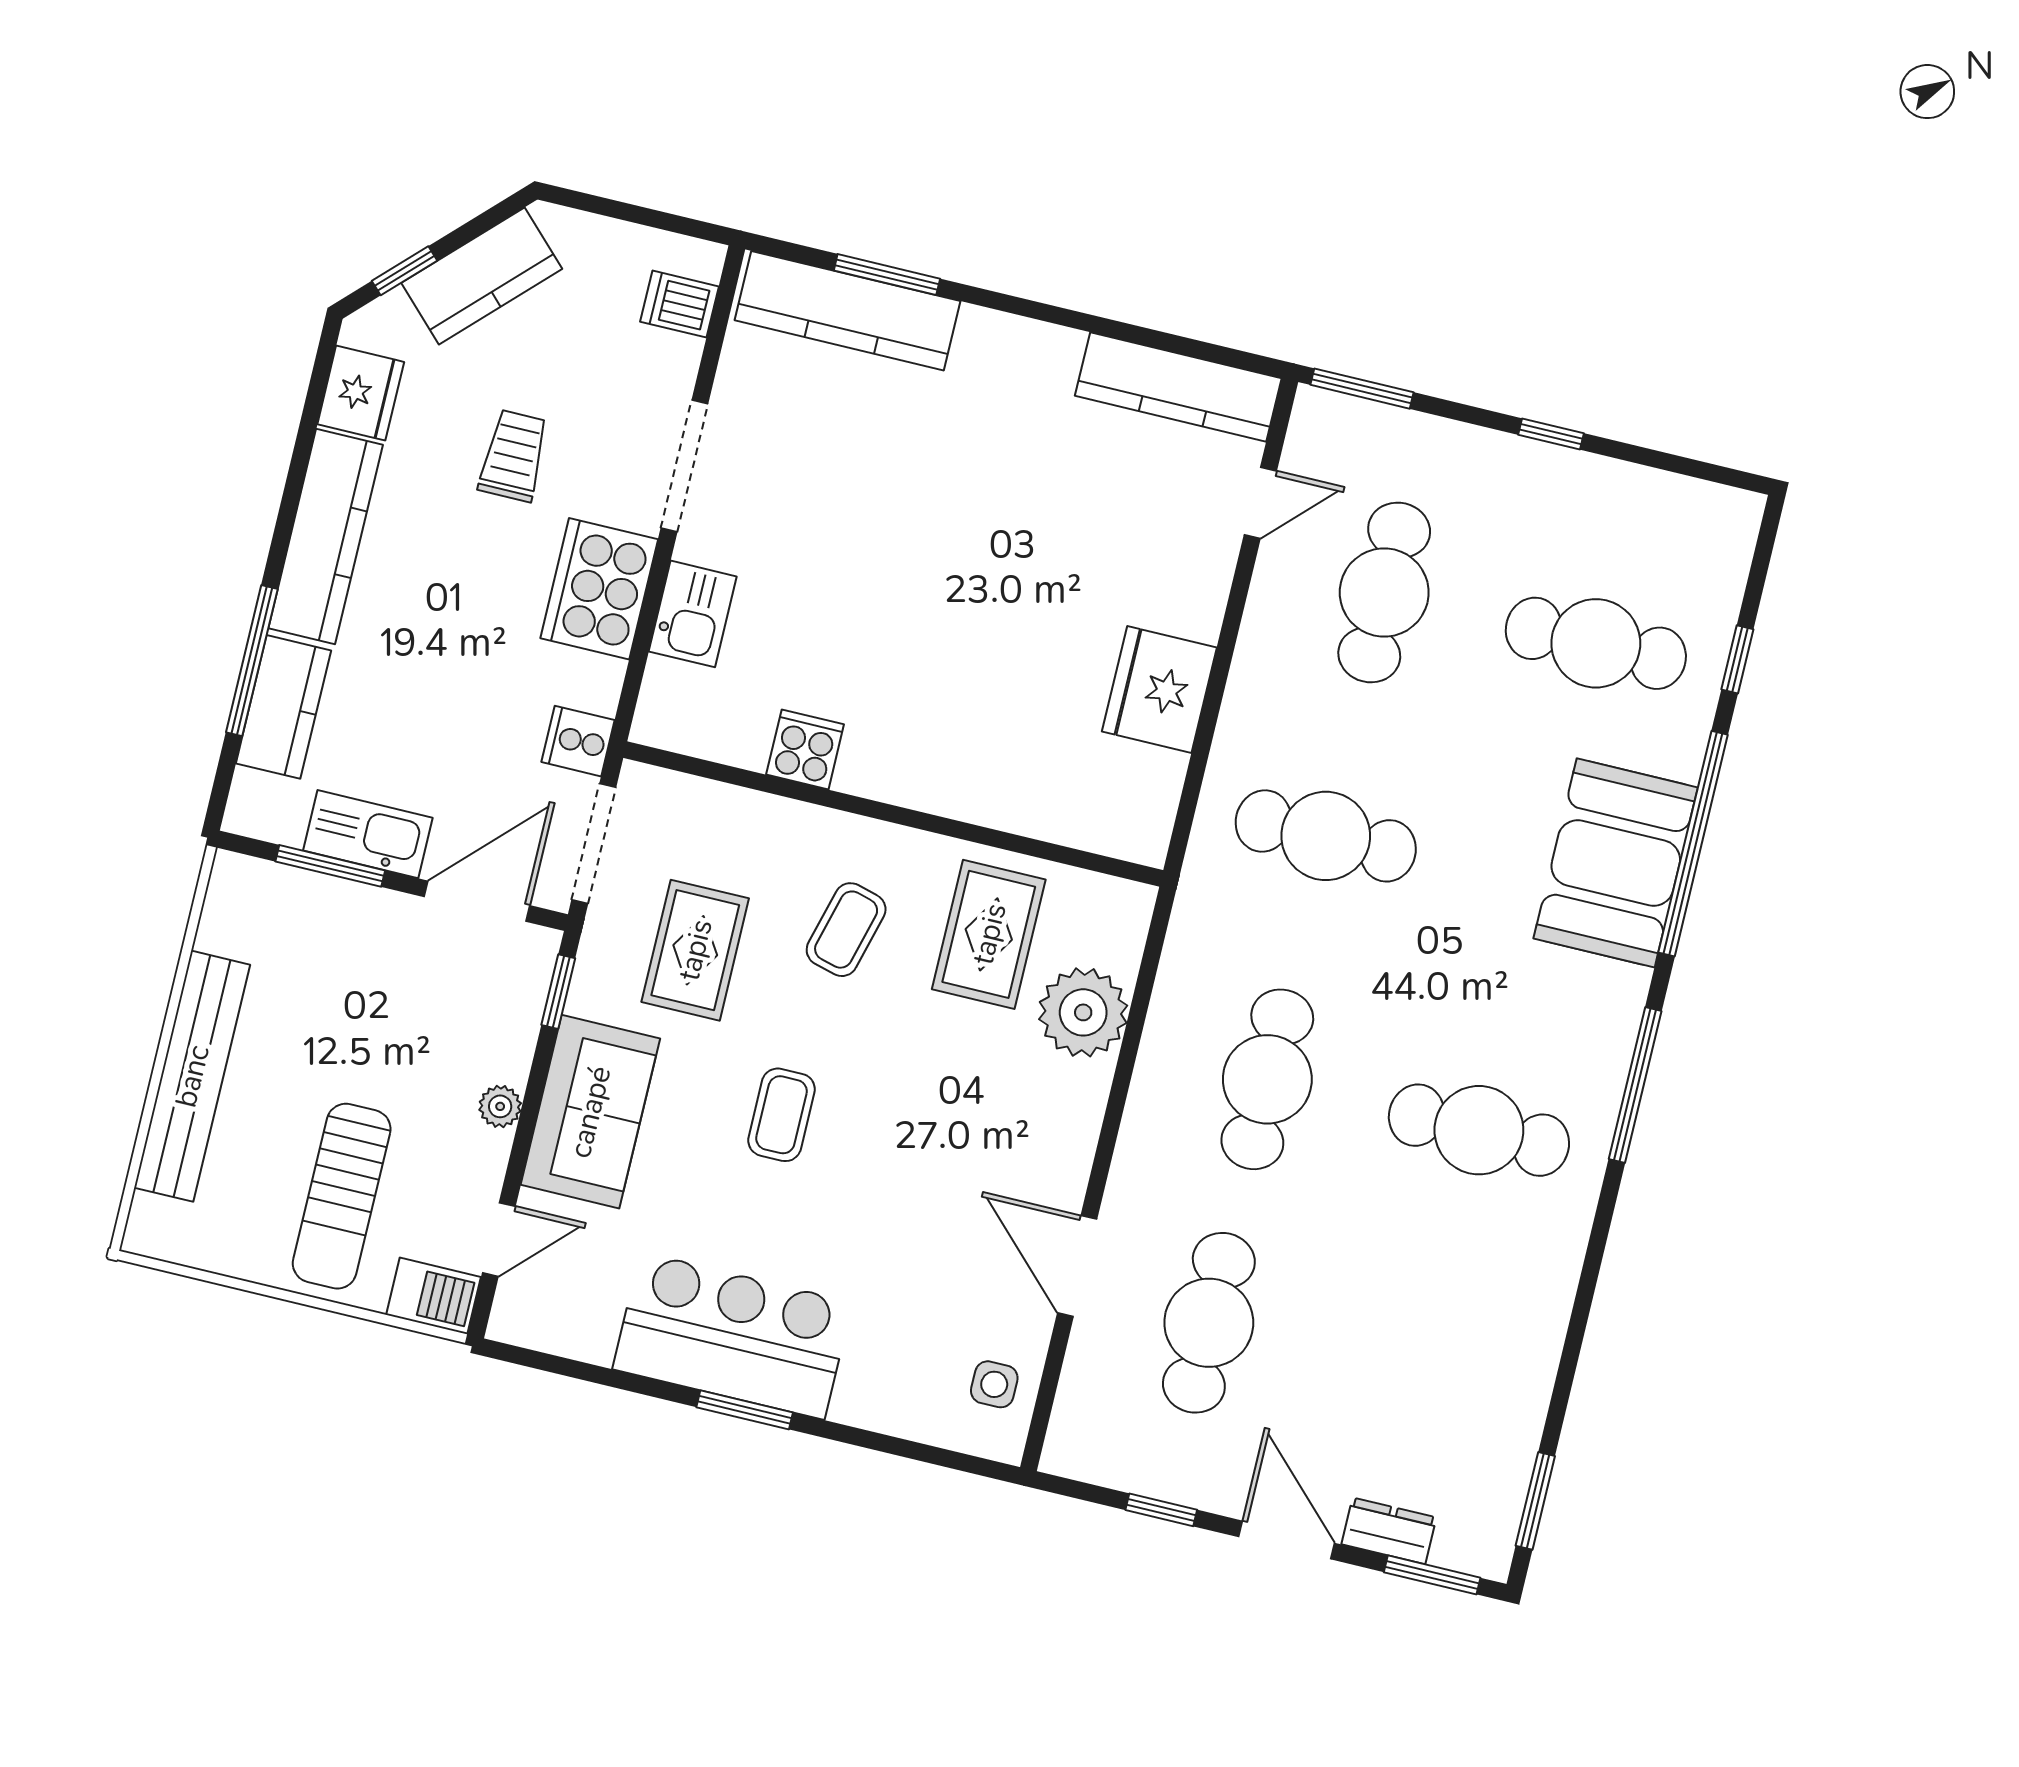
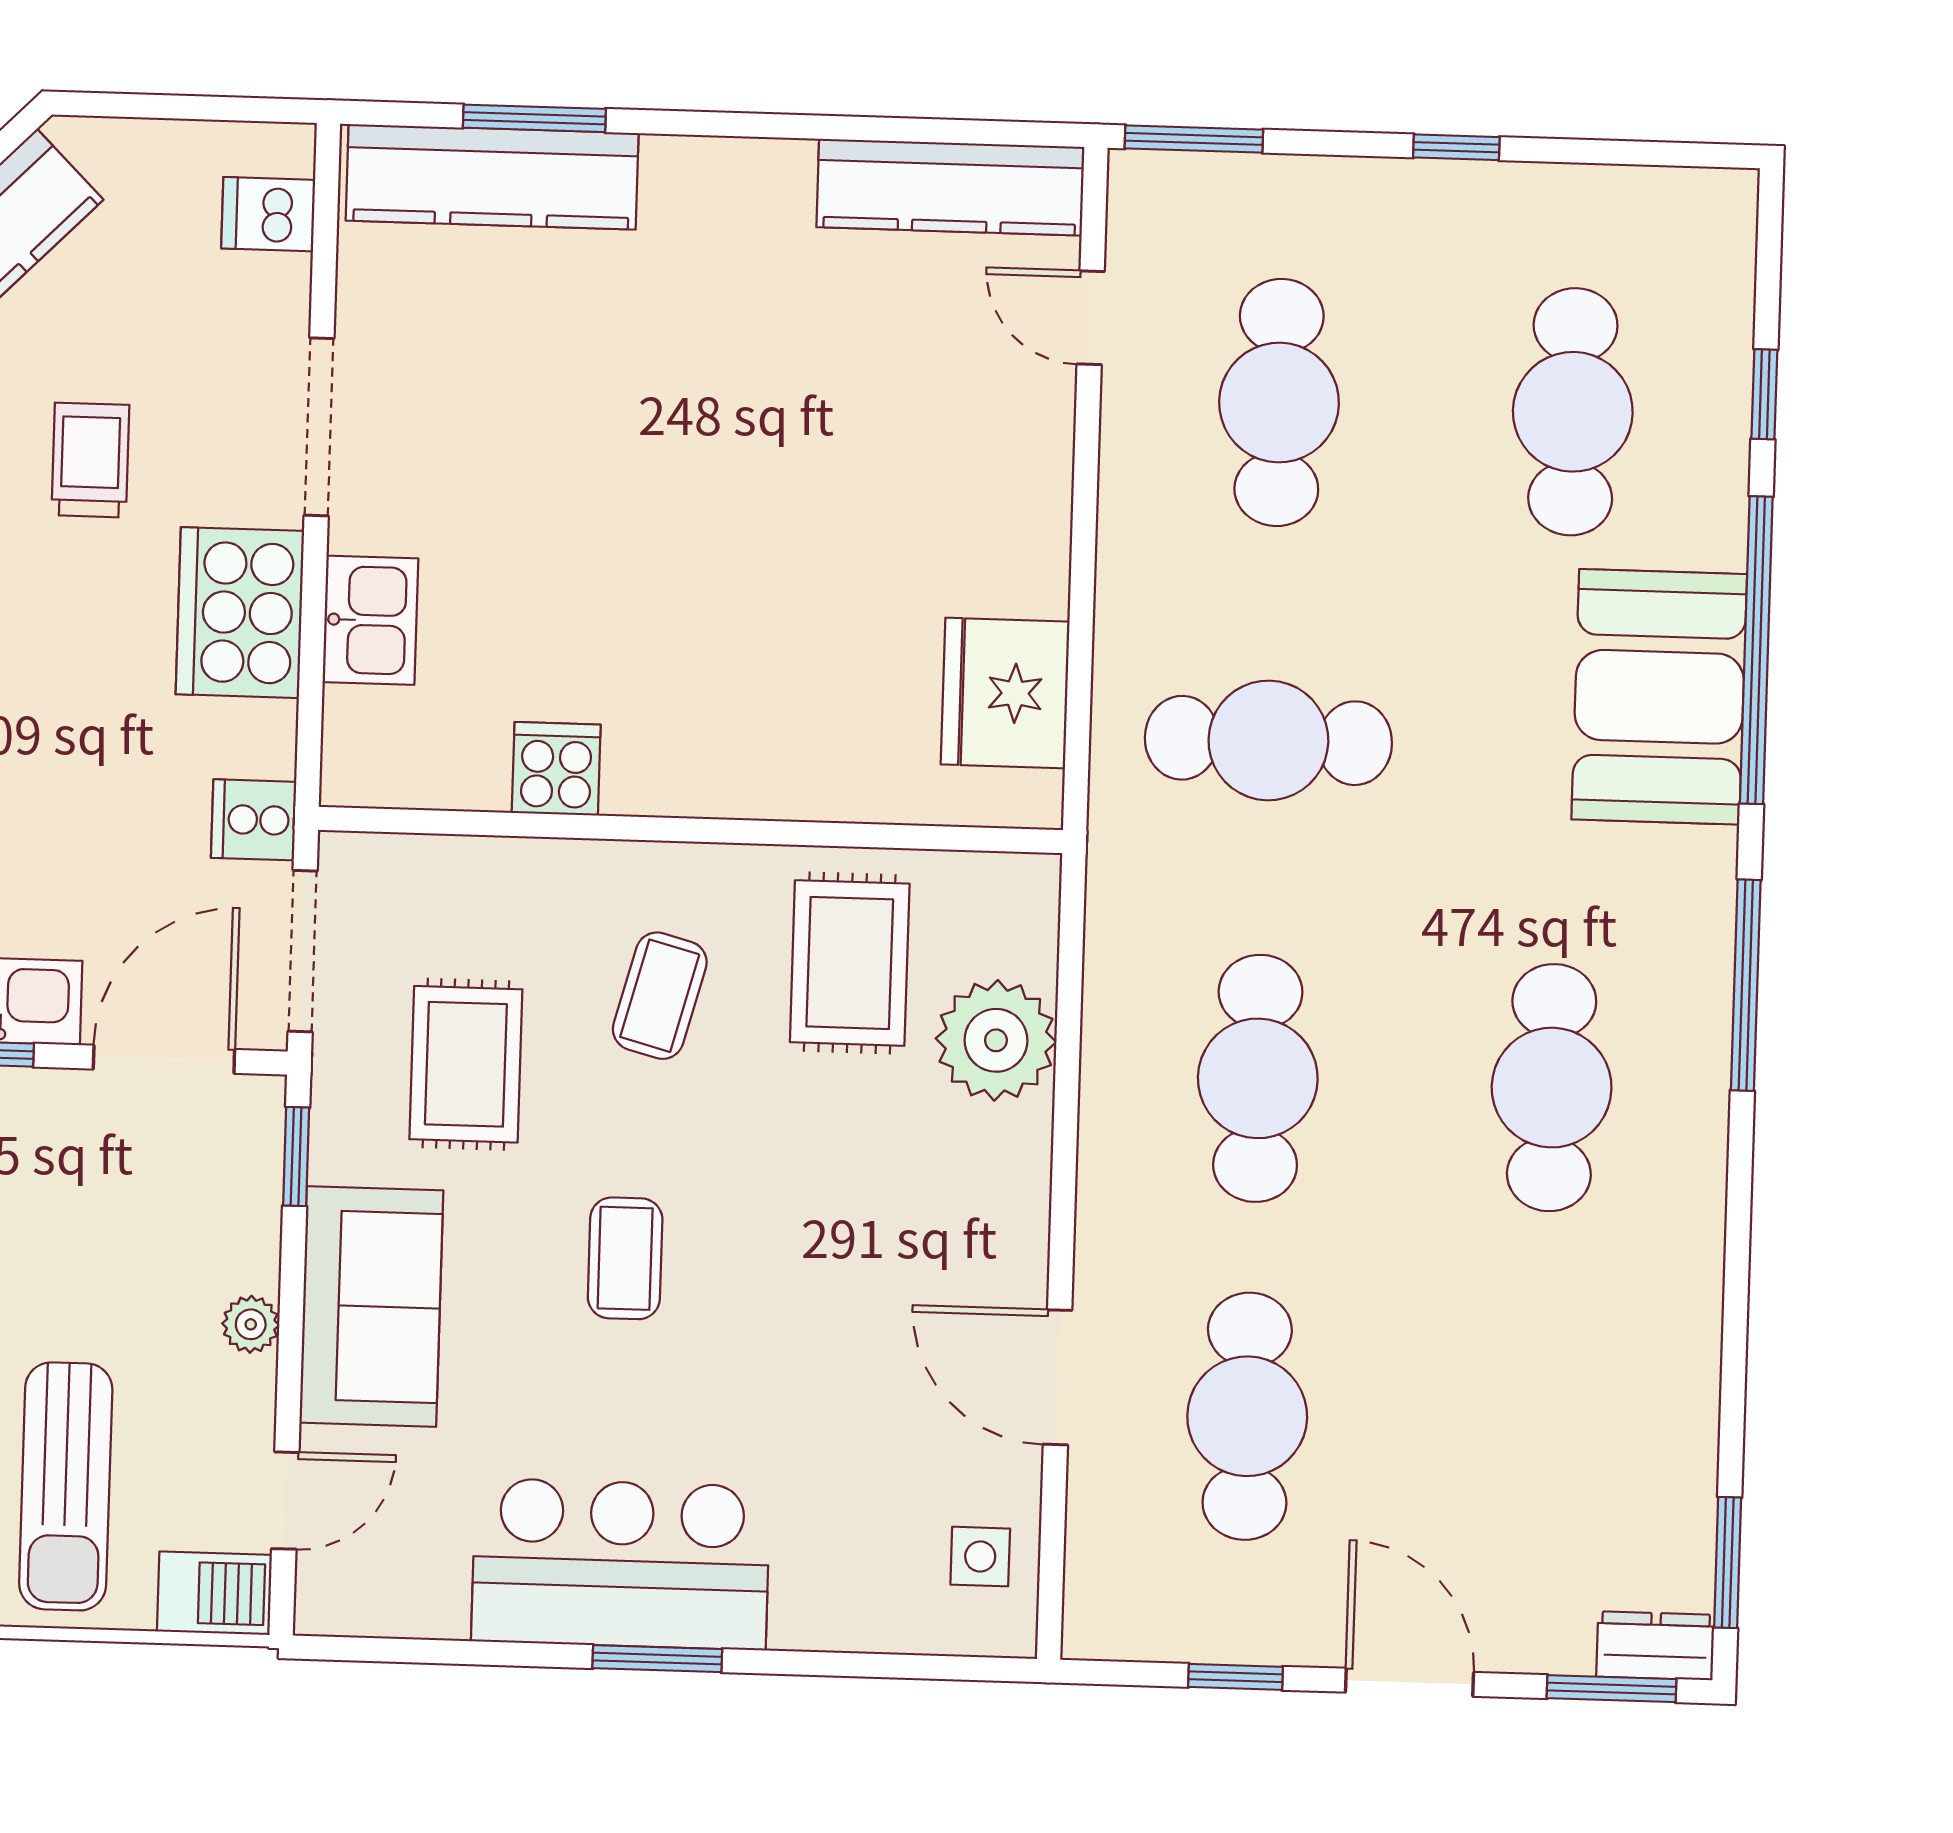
door: (1260, 503) -> (1091, 318), swing flipped
cafe table: (1596, 643) -> (1573, 412), turned 90
fridge: (1159, 690) -> (1005, 693), moved
cafe table: (1479, 1130) -> (1552, 1088), turned 90
dresser: (1389, 1531) -> (1655, 1646), moved

